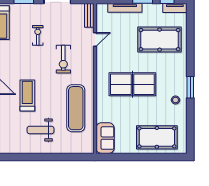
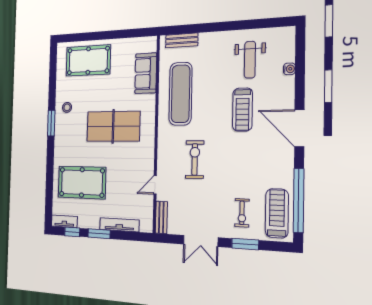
exercise bike: (38, 35) -> (242, 213), moved
weight bench: (41, 130) -> (250, 60), moved, turned 90
sofa: (105, 138) -> (146, 73), moved
bench: (76, 149) -> (182, 40), added

